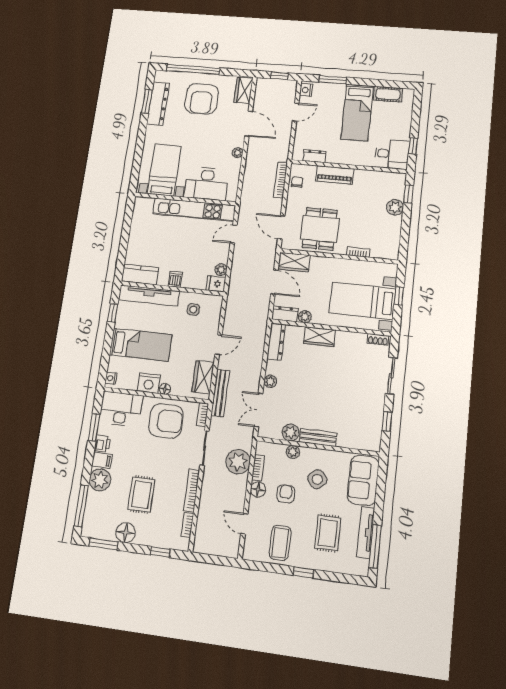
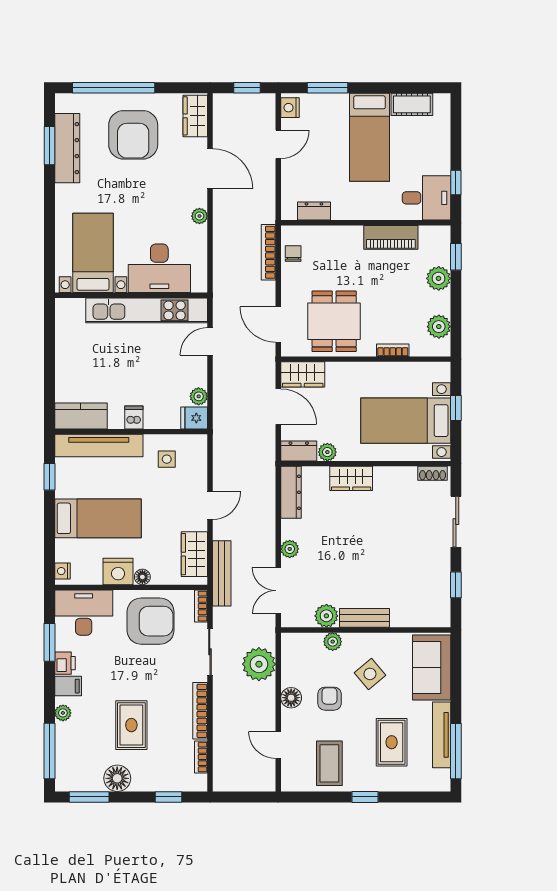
piano: (335, 175) -> (391, 237), moved
plant: (392, 239) -> (439, 327), added
bookcase: (258, 468) -> (288, 669), removed
plant: (100, 480) -> (63, 713), width x0.53, depth x0.53

